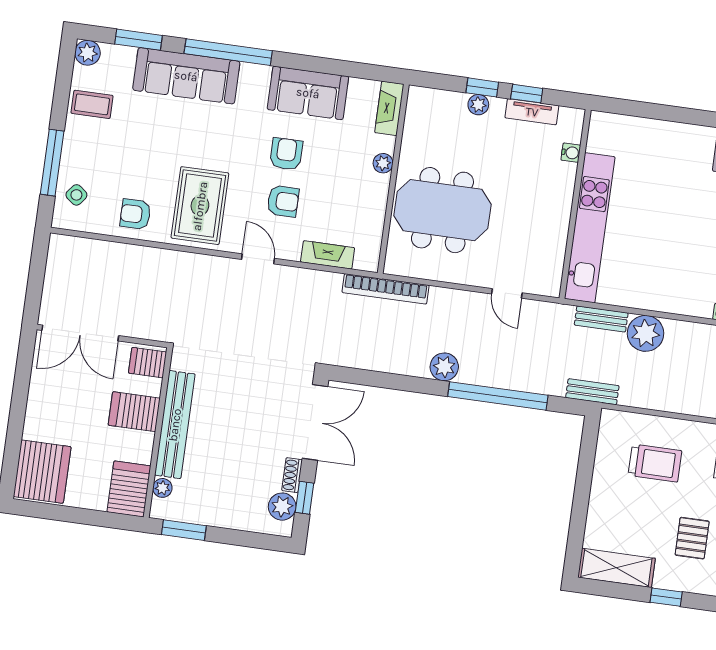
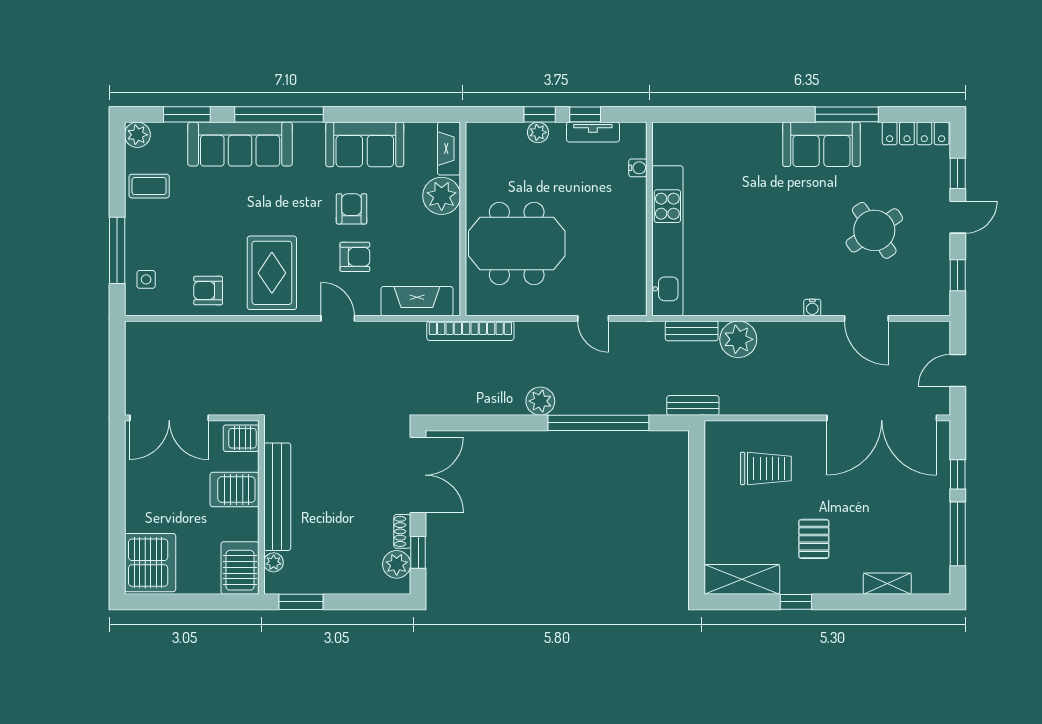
plant: (383, 163) -> (442, 196), width x1.88, depth x1.88
side table: (76, 195) -> (146, 279), turned -38
fireplace: (328, 255) -> (417, 301), width x1.37, depth x1.32

